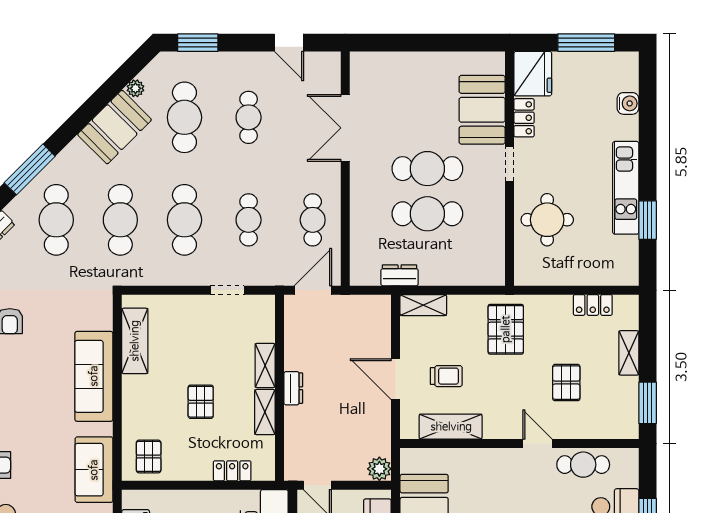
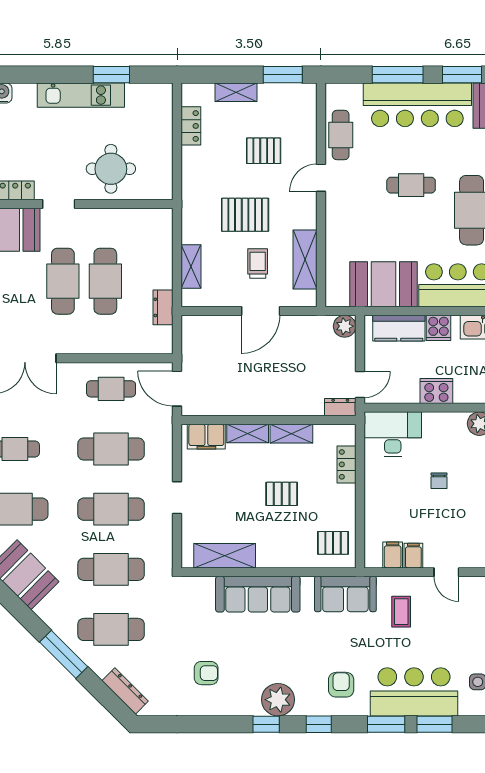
cafe table: (249, 220) -> (111, 449), width x1.37, depth x1.35
doorway: (227, 290) -> (177, 498), moved
shelving: (423, 305) -> (191, 267), moved
filing cabinet: (262, 321) -> (206, 437), added
pallet: (506, 329) -> (245, 215), moved
dresser: (293, 388) -> (340, 407), moved

